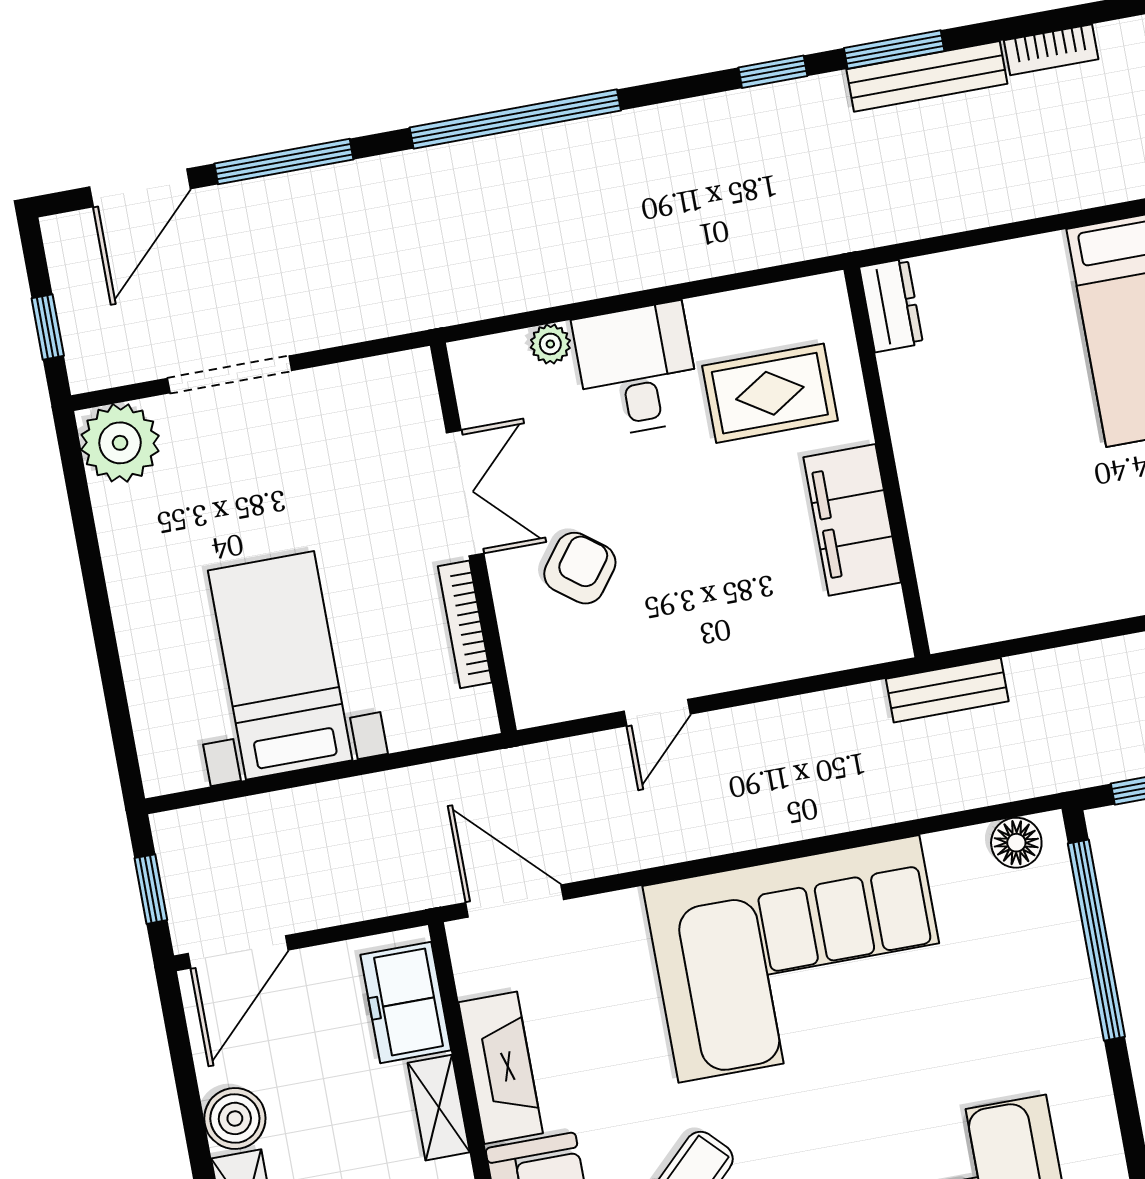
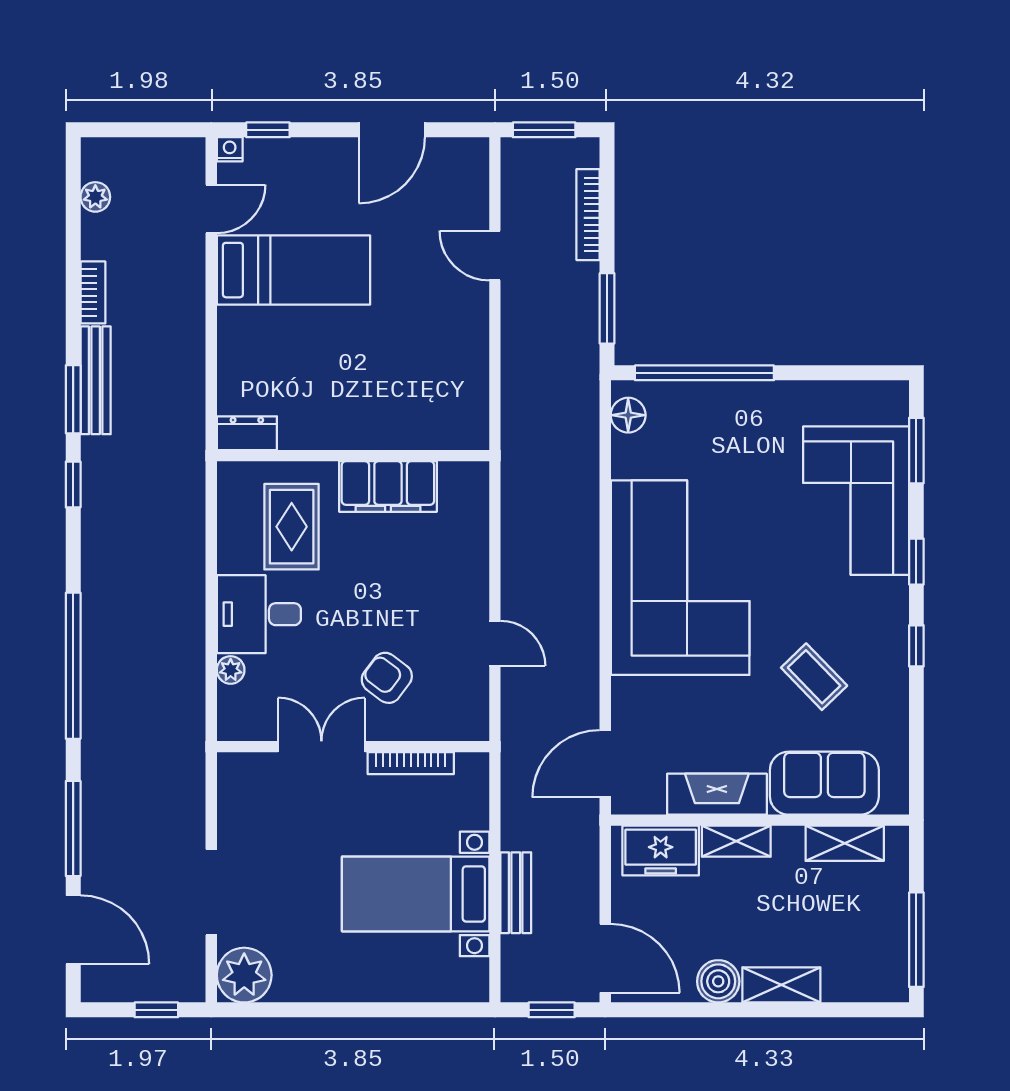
bench: (947, 690) -> (516, 893), moved

